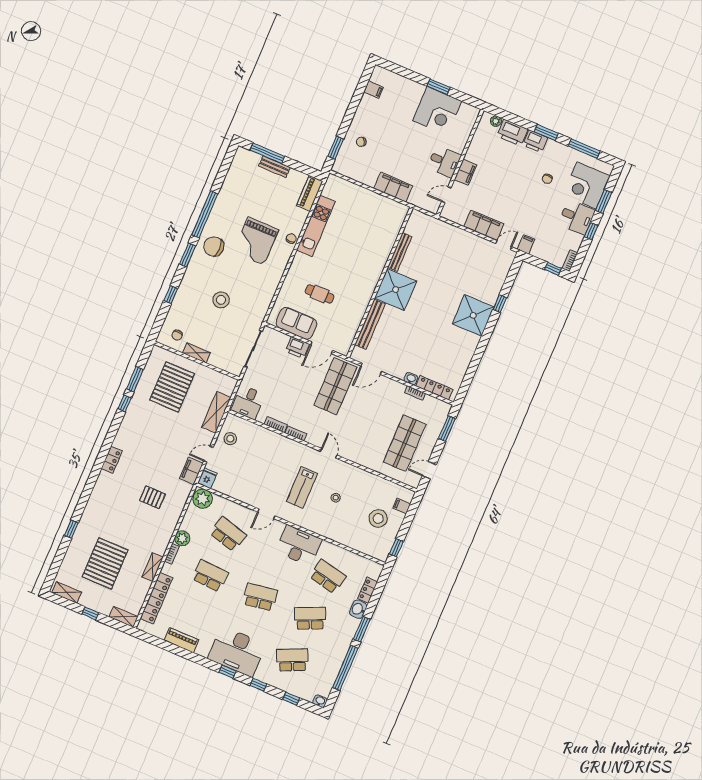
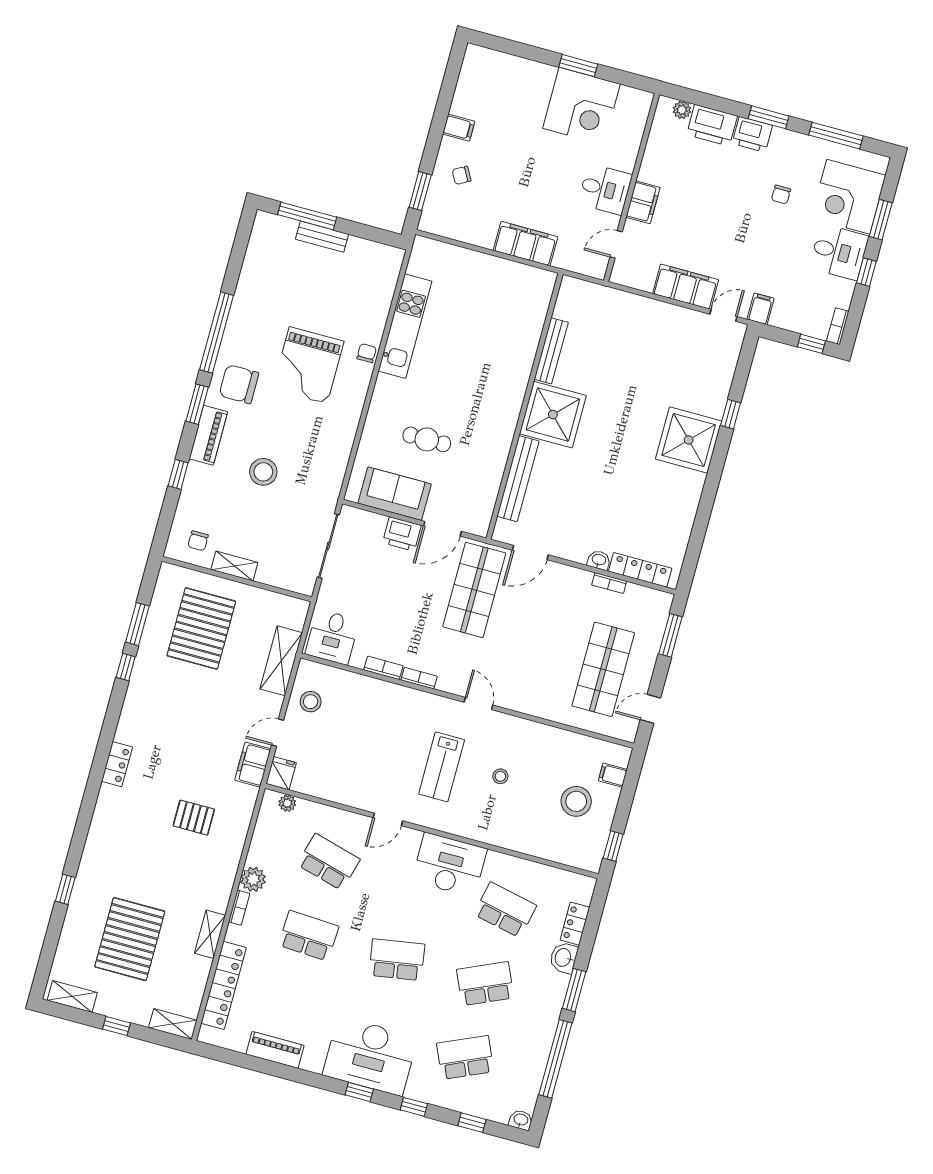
filing cabinet: (374, 90) -> (459, 128), moved
piano: (310, 193) -> (208, 435), moved, turned 180
plant: (203, 499) -> (287, 803), width x0.53, depth x0.53

